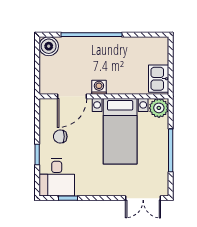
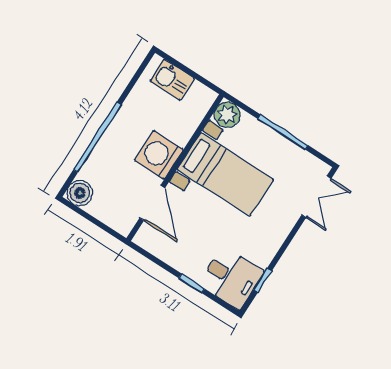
kitchen sink: (159, 79) -> (172, 80), moved
washing machine: (99, 87) -> (159, 155), width x1.89, depth x1.89
chair: (60, 137) -> (188, 245), removed

